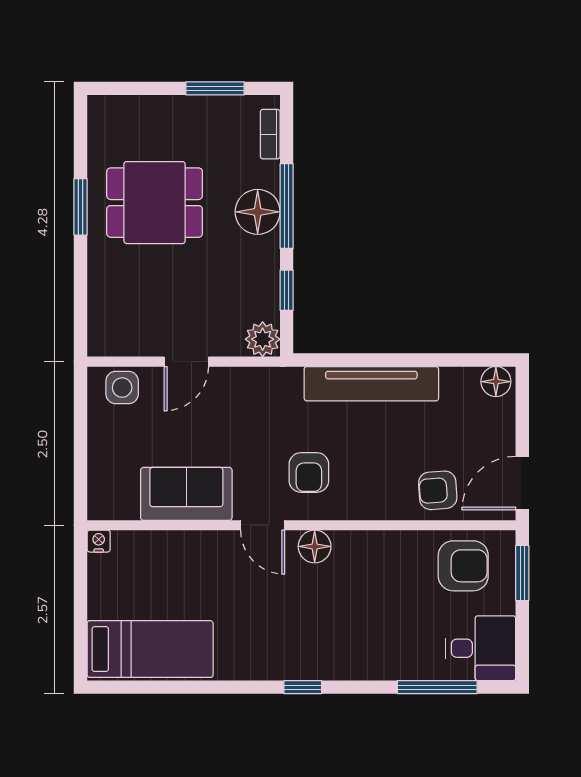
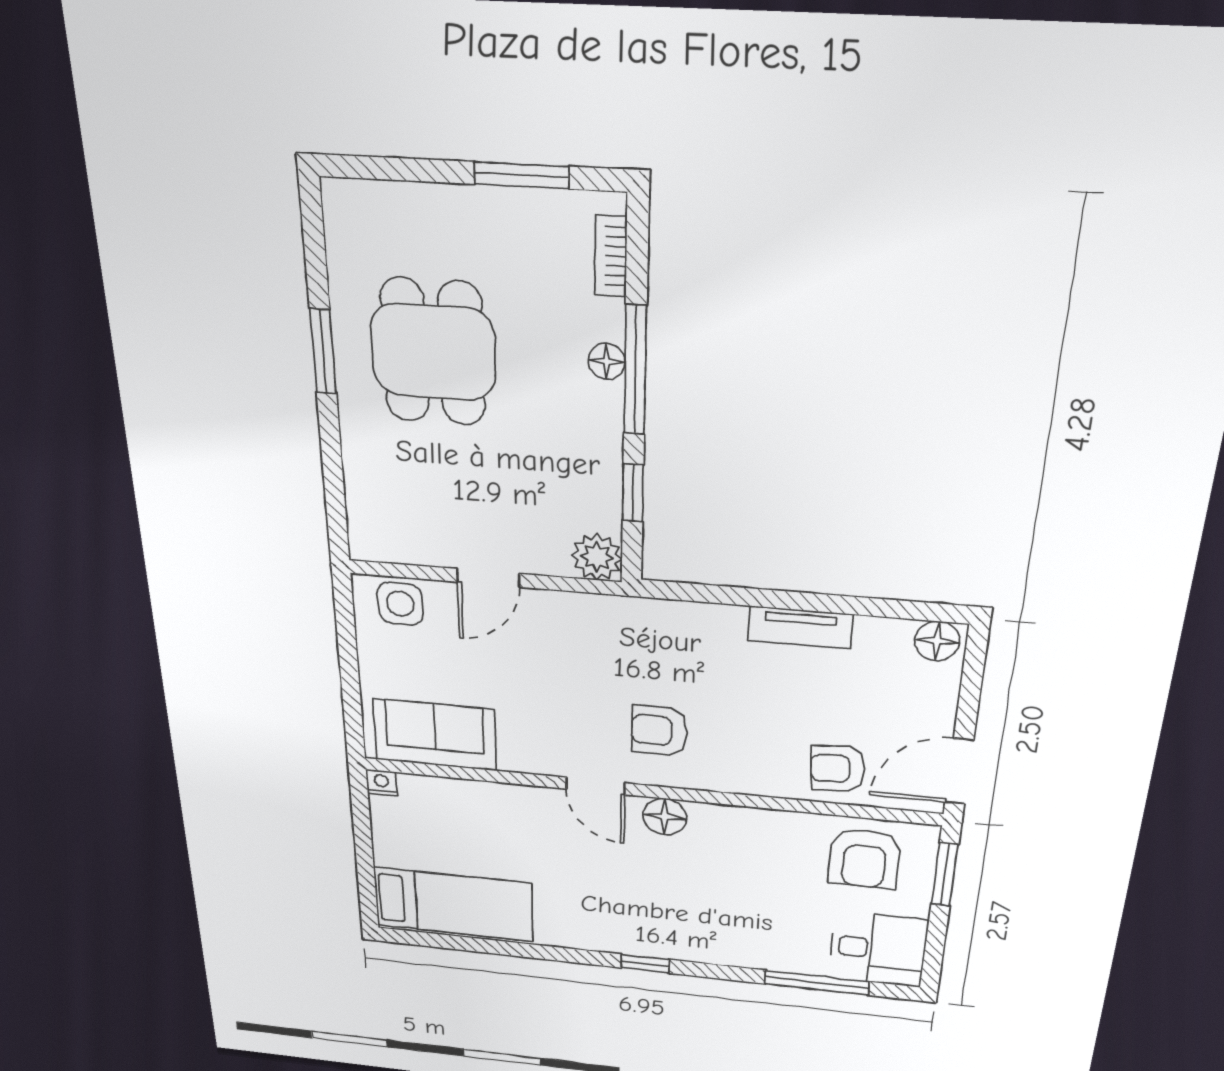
dining table: (155, 203) -> (433, 352), turned 90
floor lamp: (258, 212) -> (607, 361), width x0.53, depth x0.53
tv unit: (371, 384) -> (800, 627), width x0.52, depth x0.78
armchair: (309, 472) -> (659, 731), turned 90
sofa: (186, 494) -> (435, 735), moved
armchair: (463, 566) -> (864, 858), turned 90

